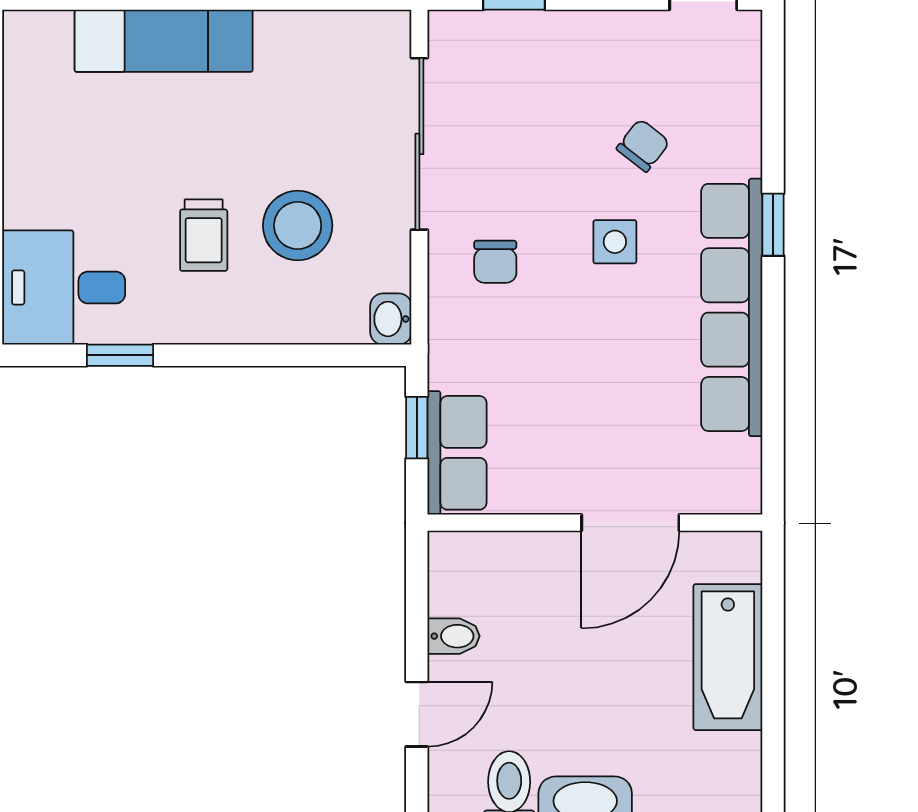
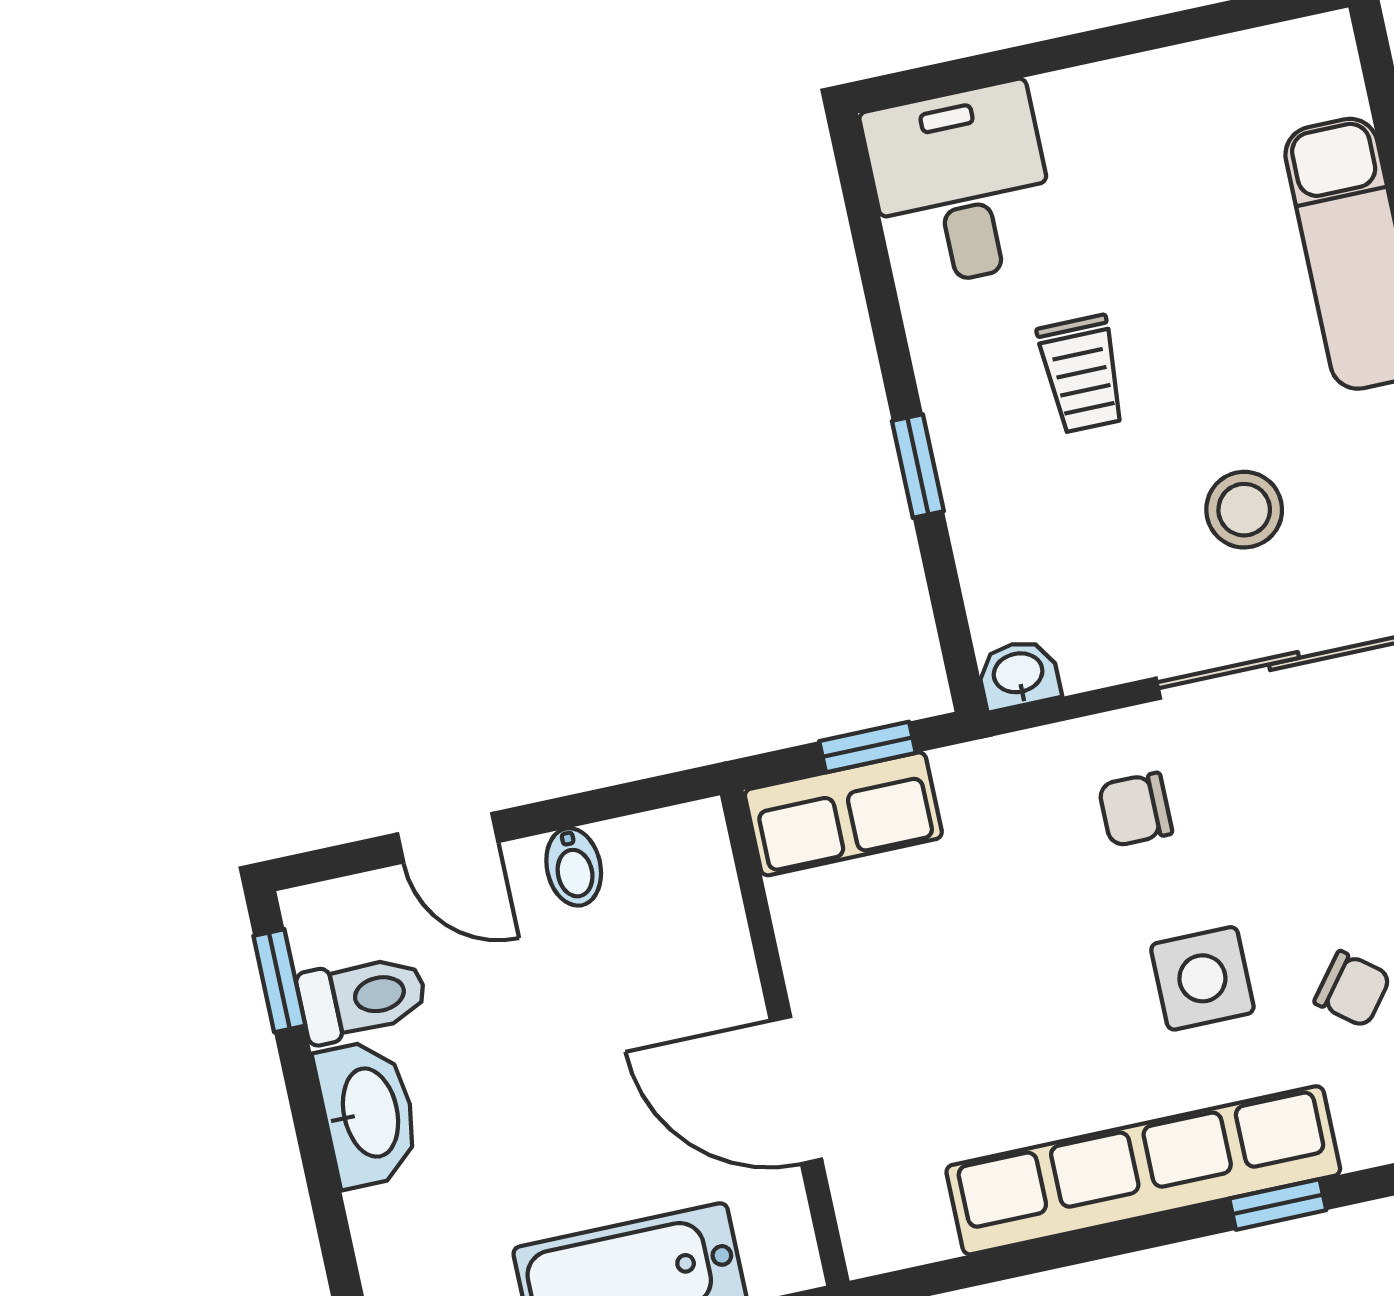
stool: (298, 225) -> (1244, 510), moved, width x0.73, depth x0.73
trolley: (204, 235) -> (1082, 374), turned -90
side table: (615, 242) -> (1202, 978), width x1.37, depth x1.37
window: (120, 355) -> (918, 466), moved

